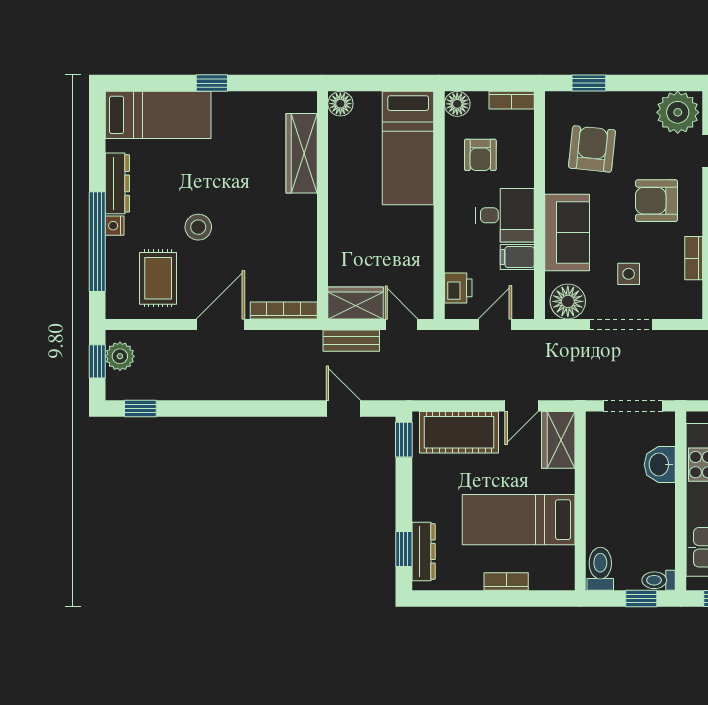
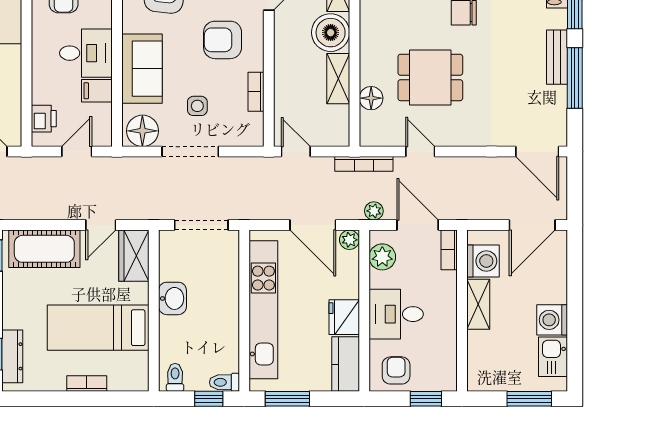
washbasin: (660, 465) -> (172, 298), moved, turned 180
toilet: (600, 569) -> (175, 377), width x0.73, depth x0.72

